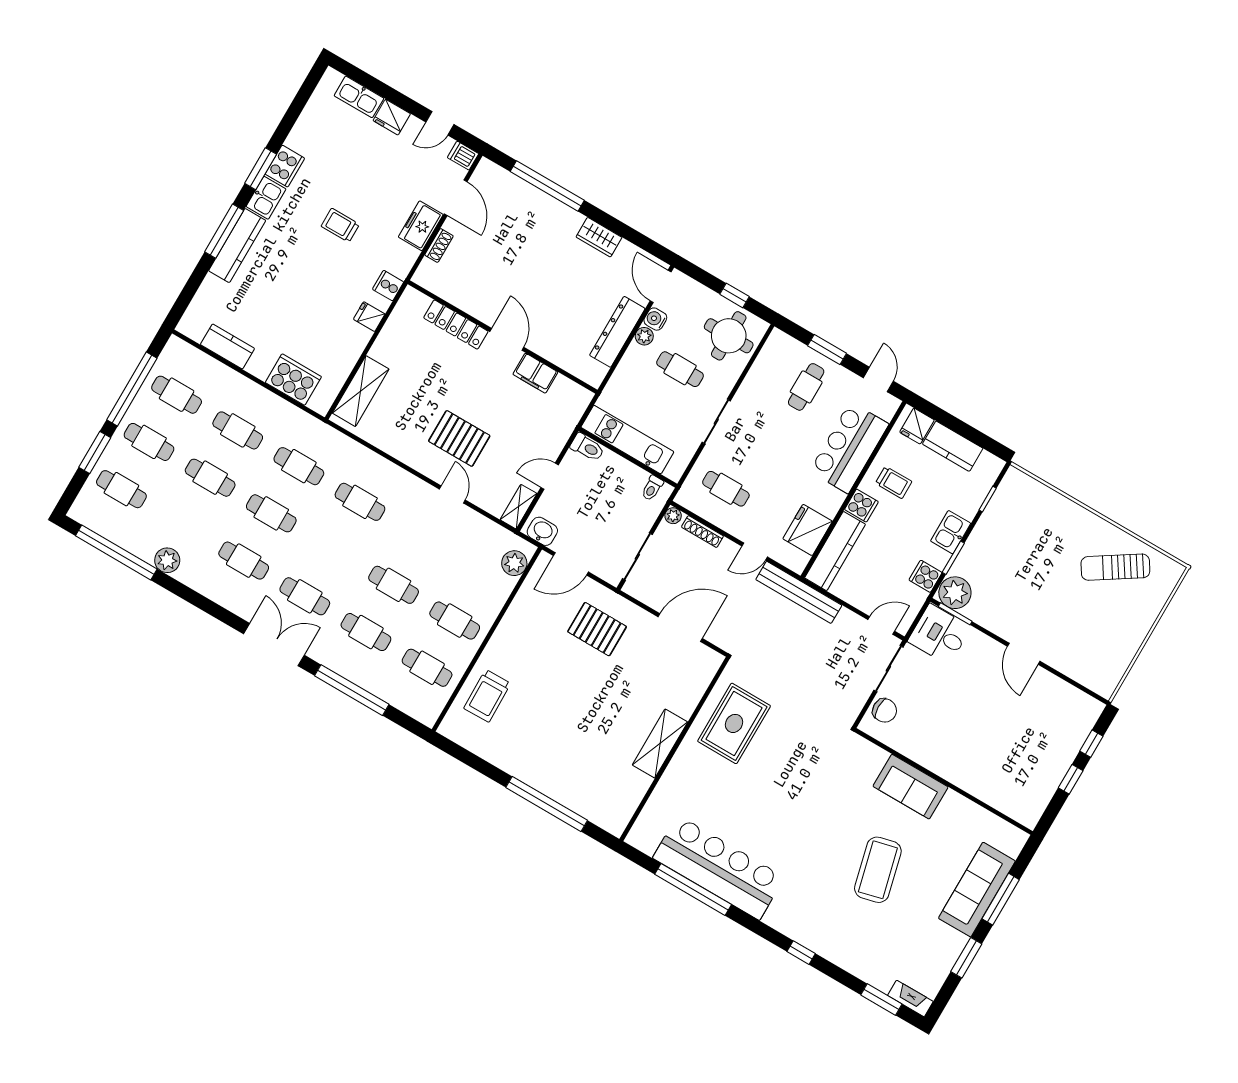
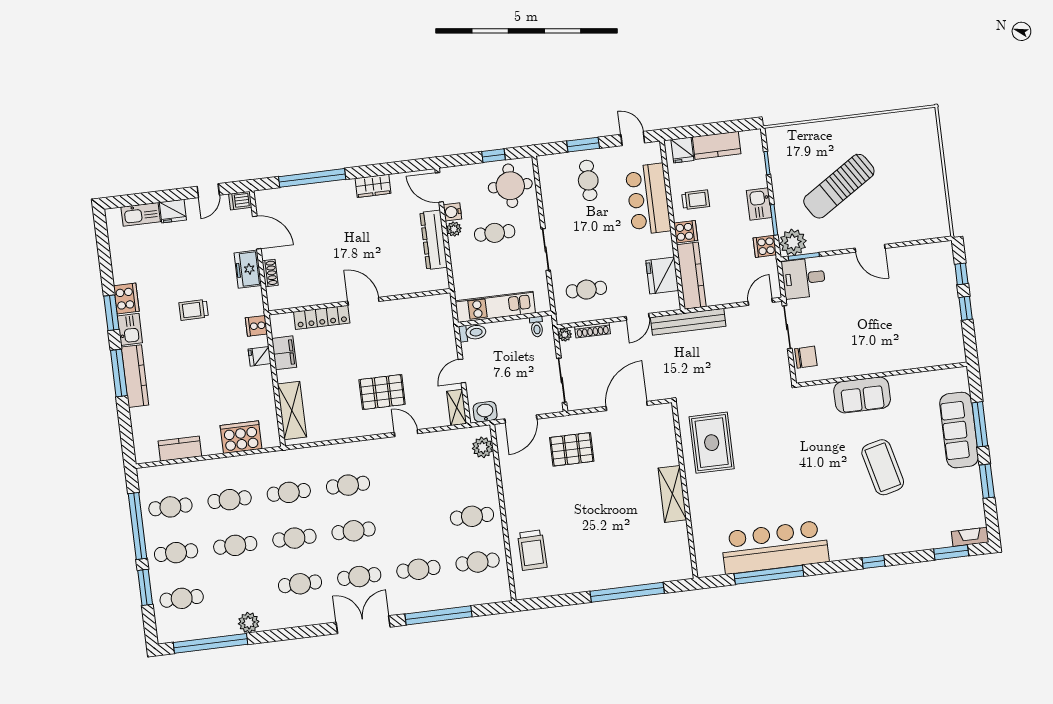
filing cabinet: (535, 373) -> (284, 353), moved, turned -90
sun lounger: (1115, 567) -> (839, 186), moved, width x1.36, depth x1.34
cafe table: (394, 585) -> (354, 531), moved

